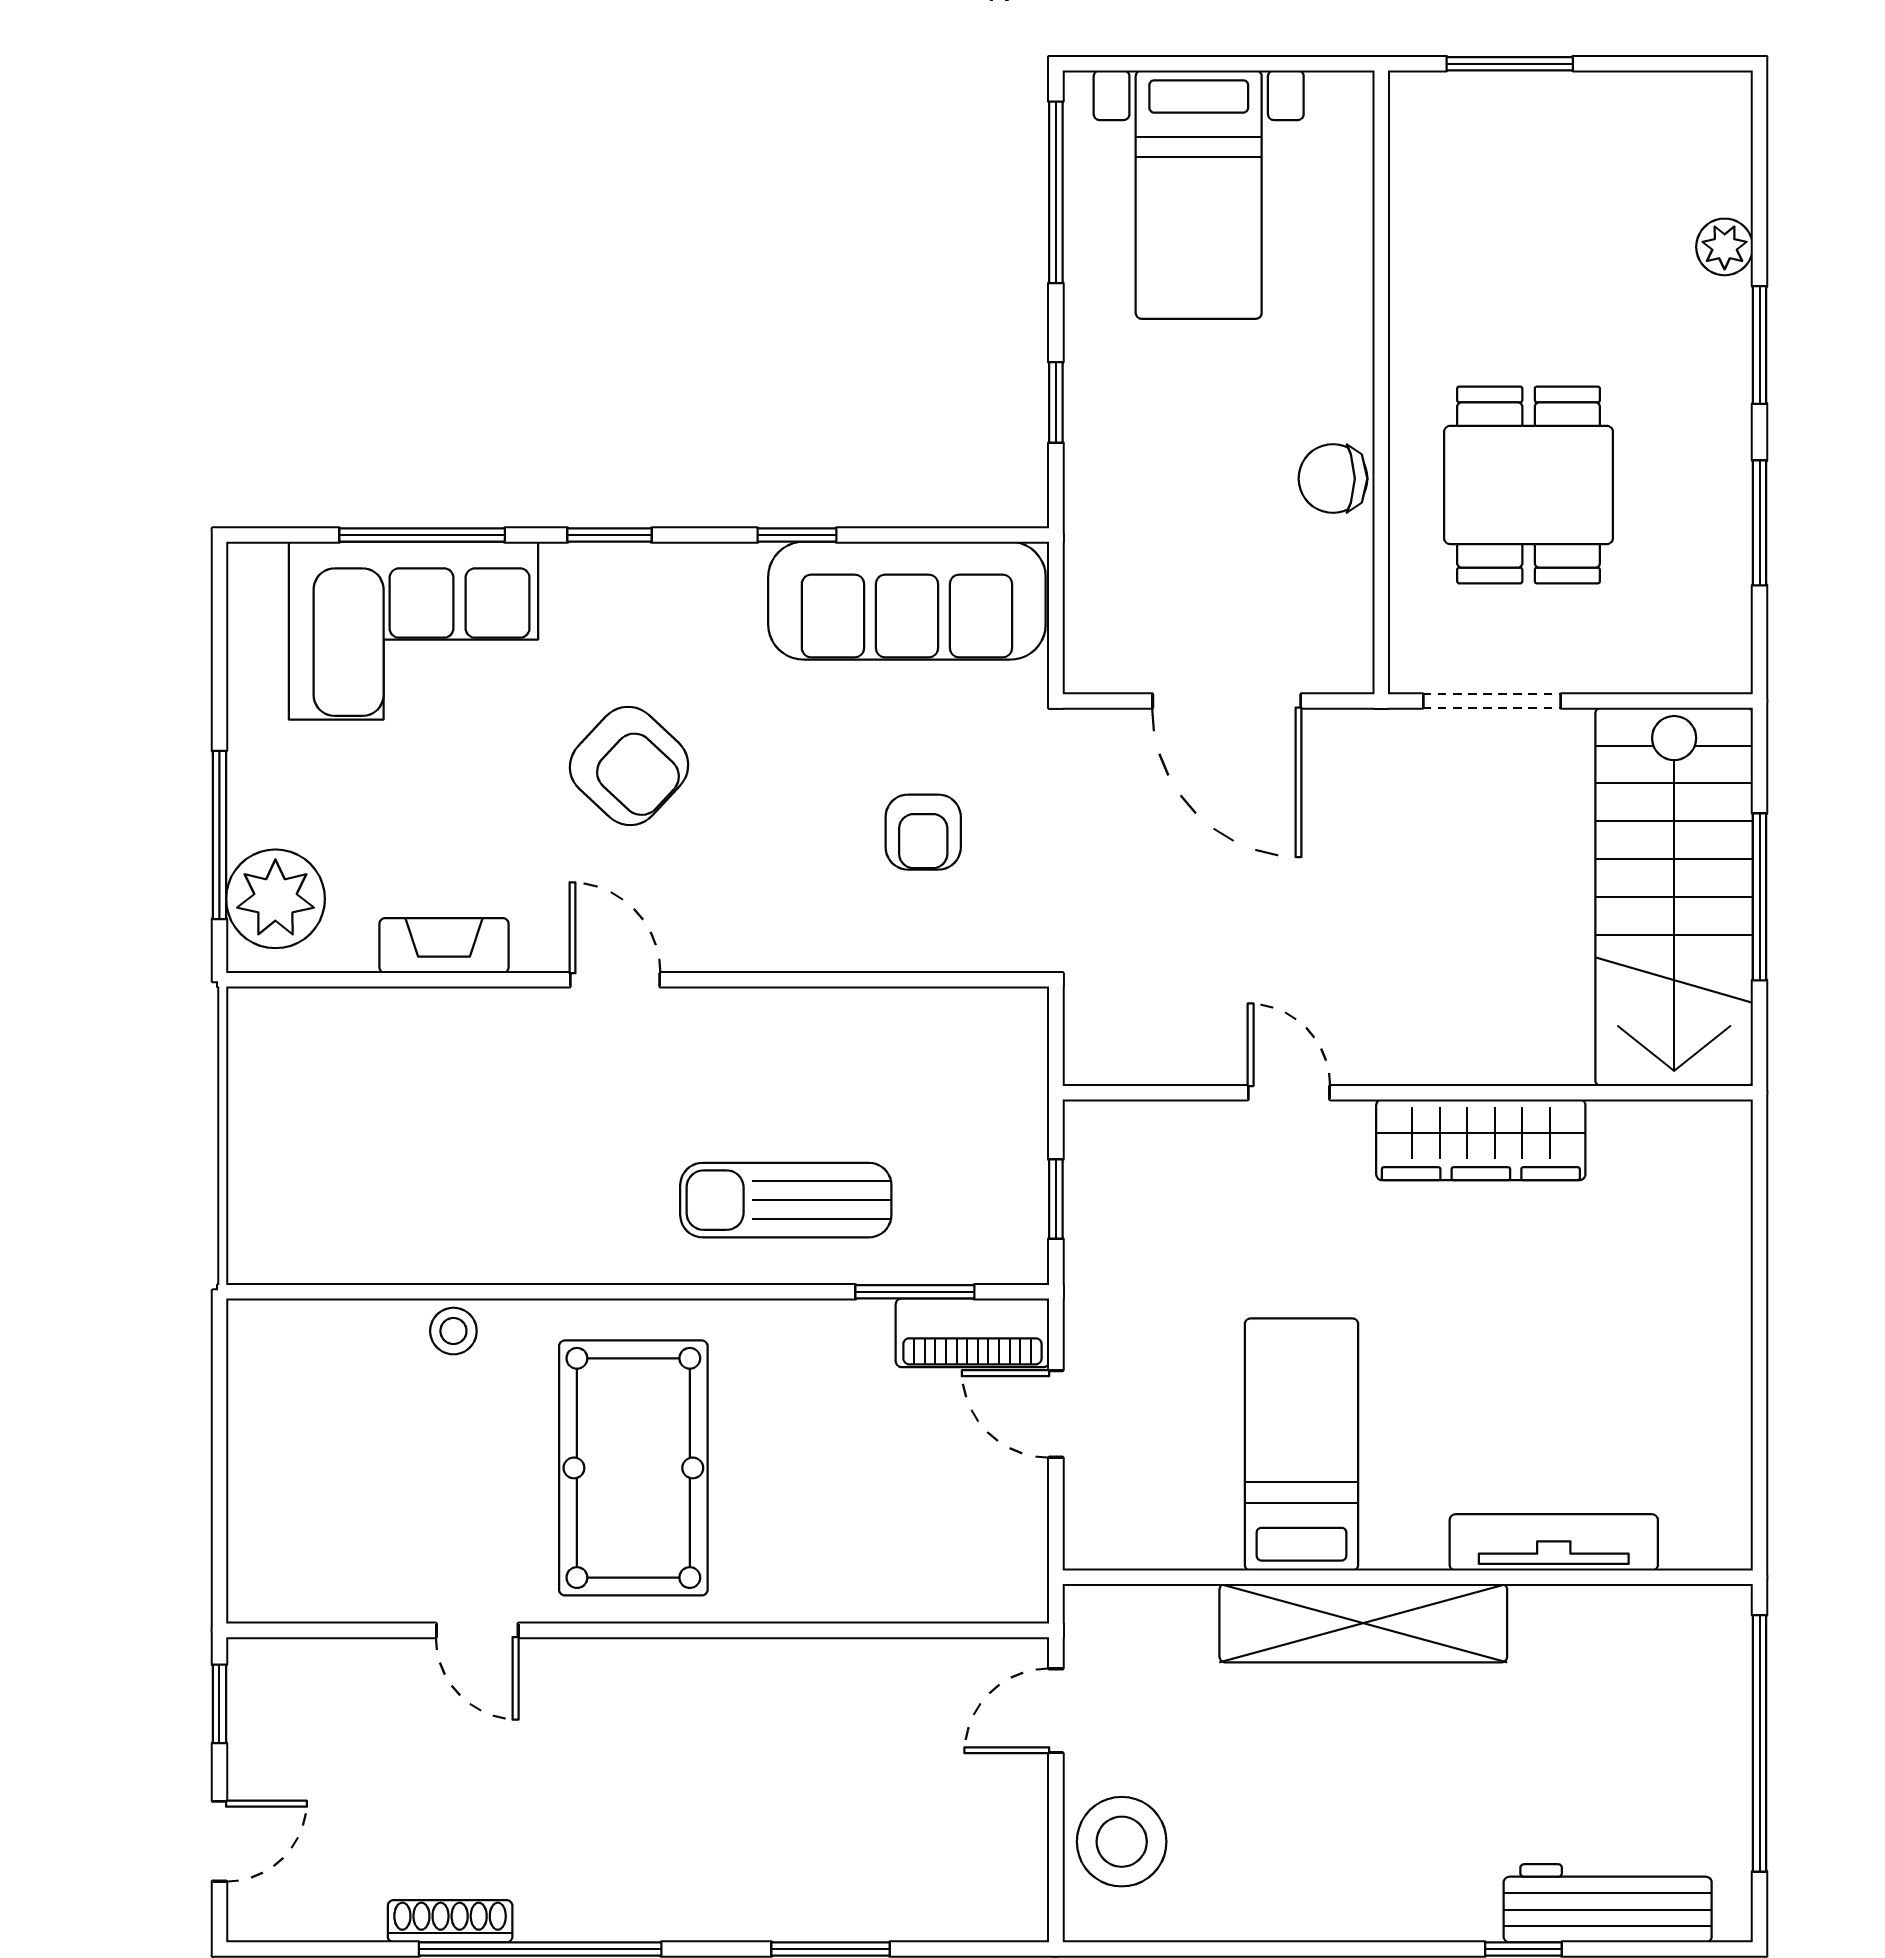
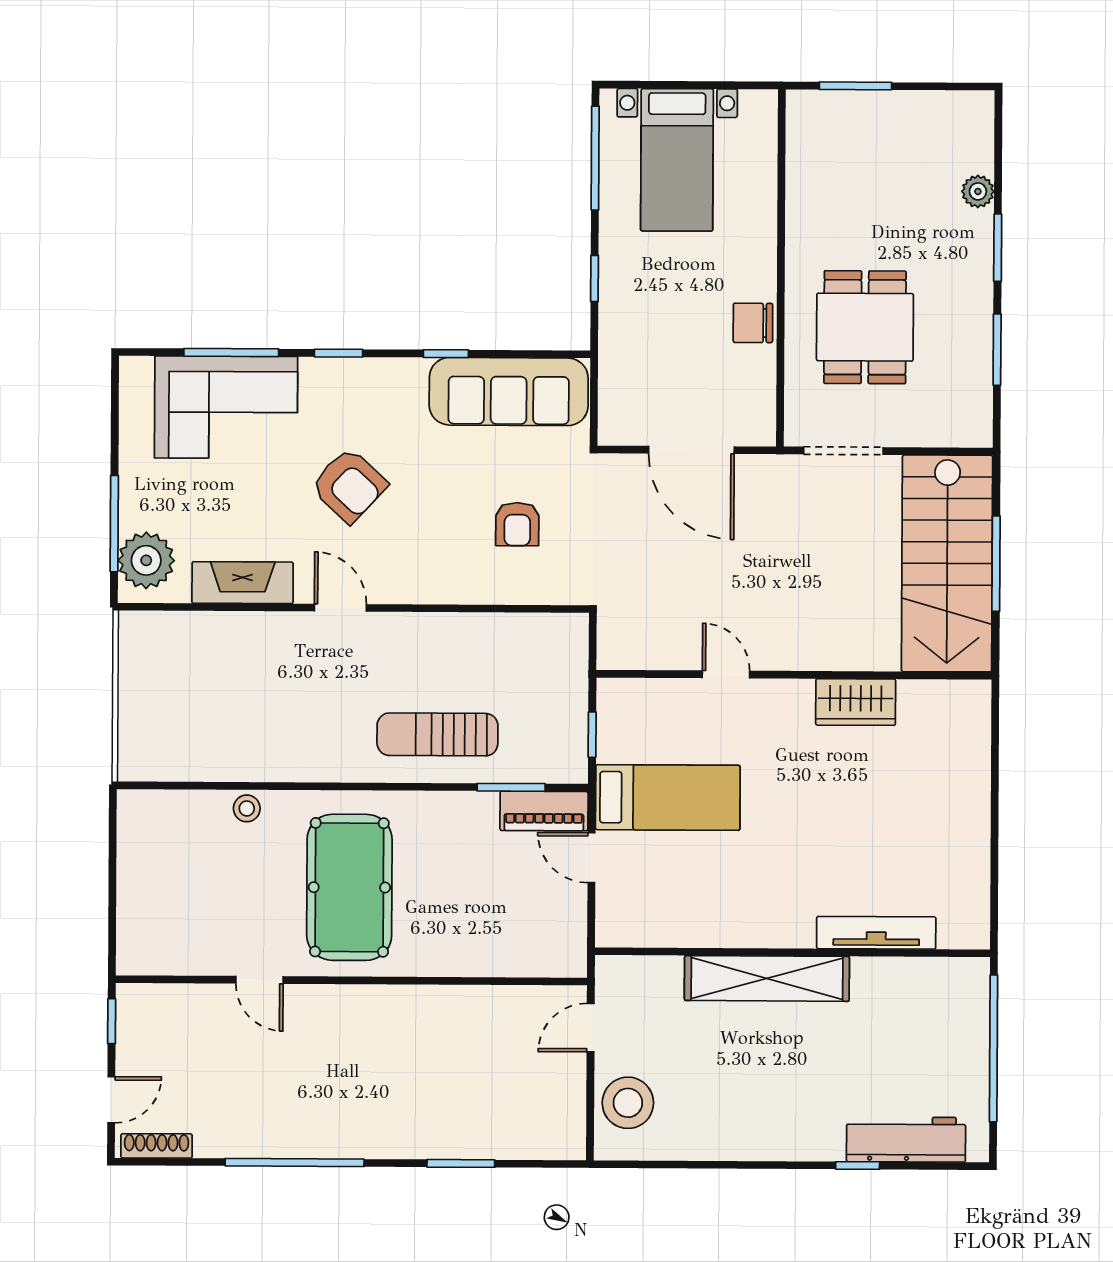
fireplace: (444, 946) -> (243, 583), width x1.37, depth x1.32
wardrobe: (1481, 1140) -> (856, 702), width x0.67
bed: (1301, 1445) -> (668, 797), moved, turned 90
shoe rack: (450, 1921) -> (157, 1146), moved

